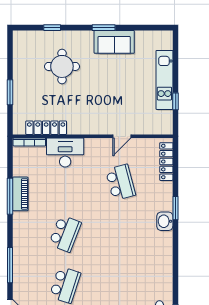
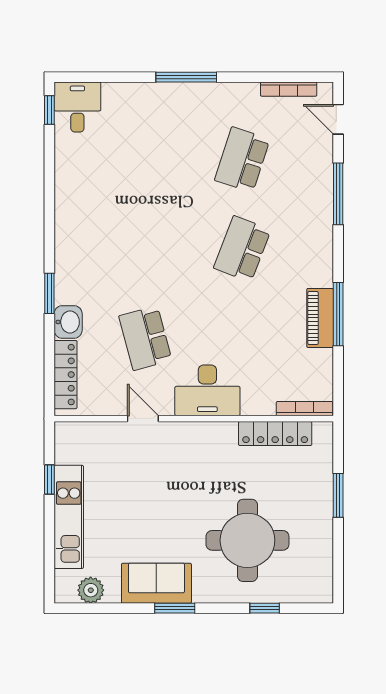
plant: (152, 38) -> (91, 590), added
round table: (62, 66) -> (247, 540), width x1.36, depth x1.36
door: (122, 136) -> (143, 419), hinge flipped
desk: (65, 152) -> (207, 390), moved
washbasin: (165, 221) -> (68, 322), moved

